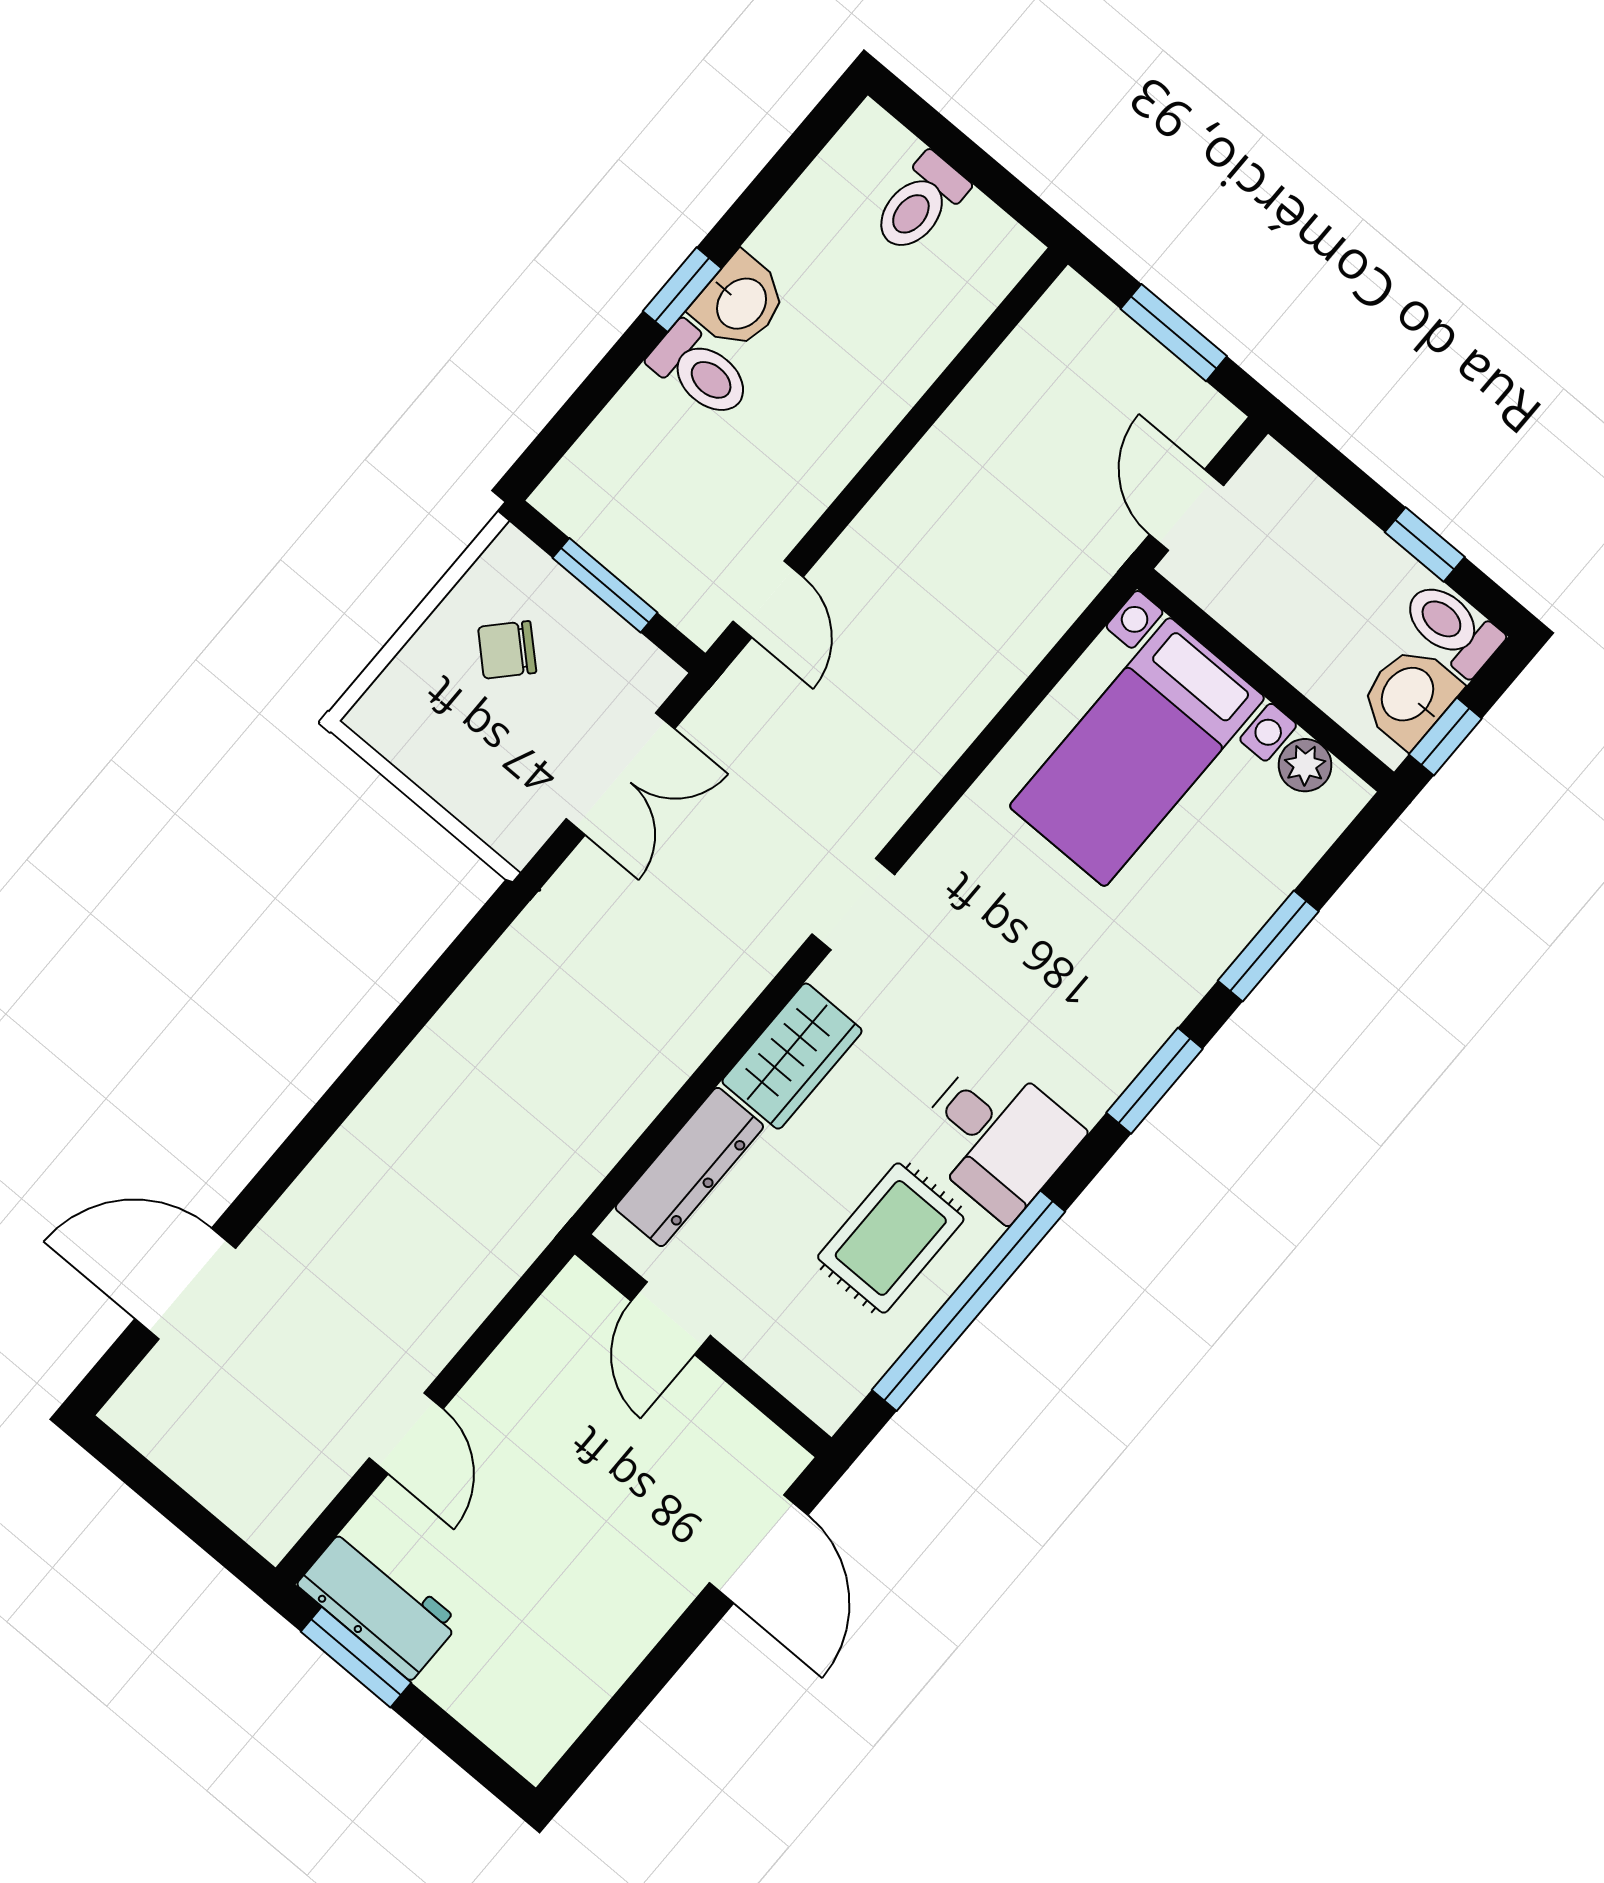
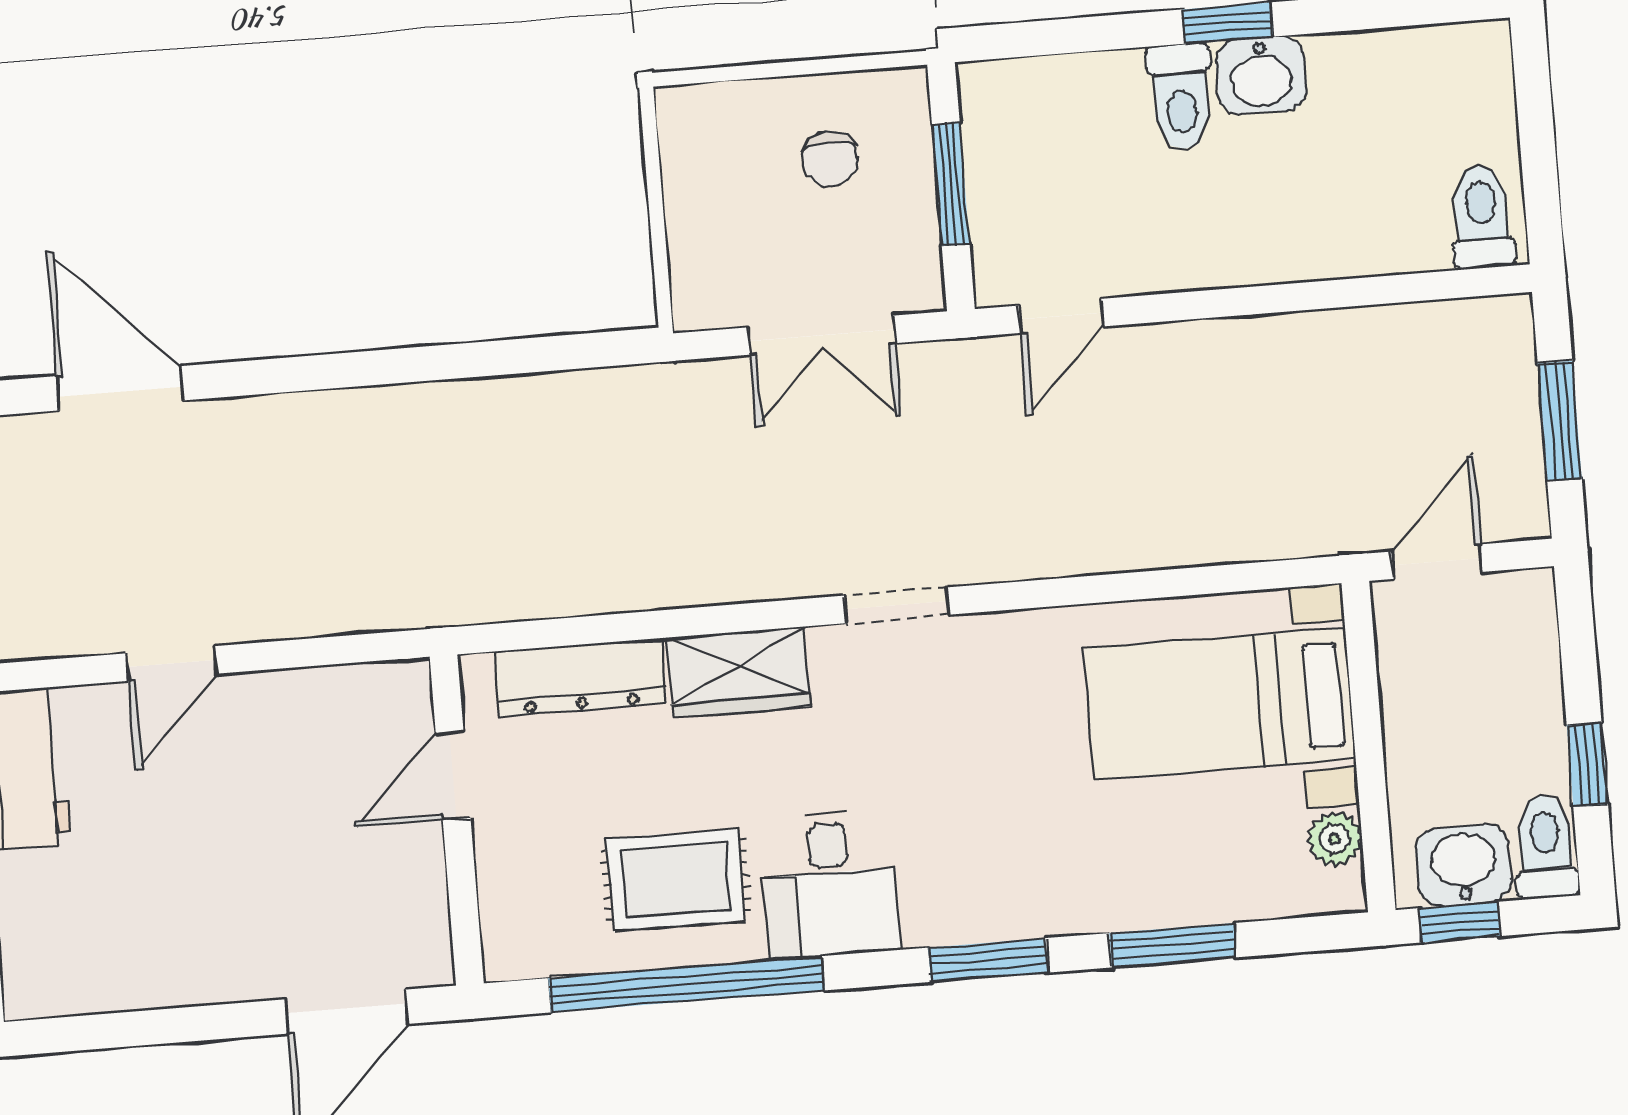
toilet: (920, 203) -> (1482, 217), moved, turned 90
chair: (507, 650) -> (830, 159), turned -135

